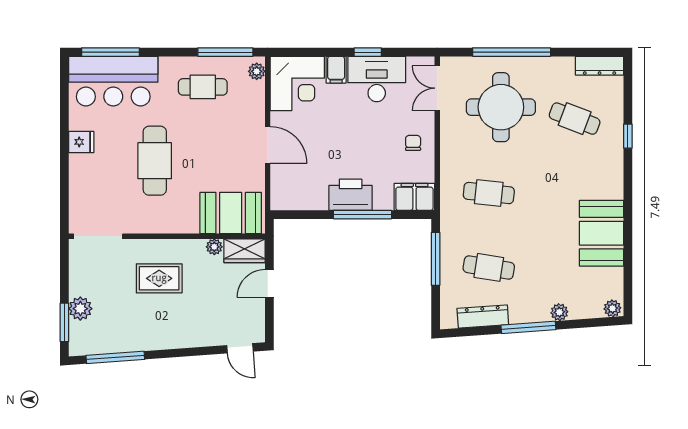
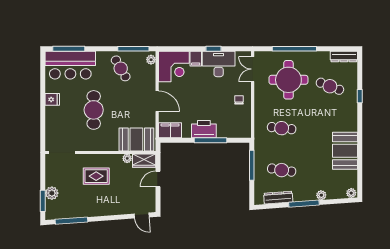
cafe table: (203, 87) -> (121, 68), turned 60
filing cabinet: (414, 197) -> (170, 130), moved

